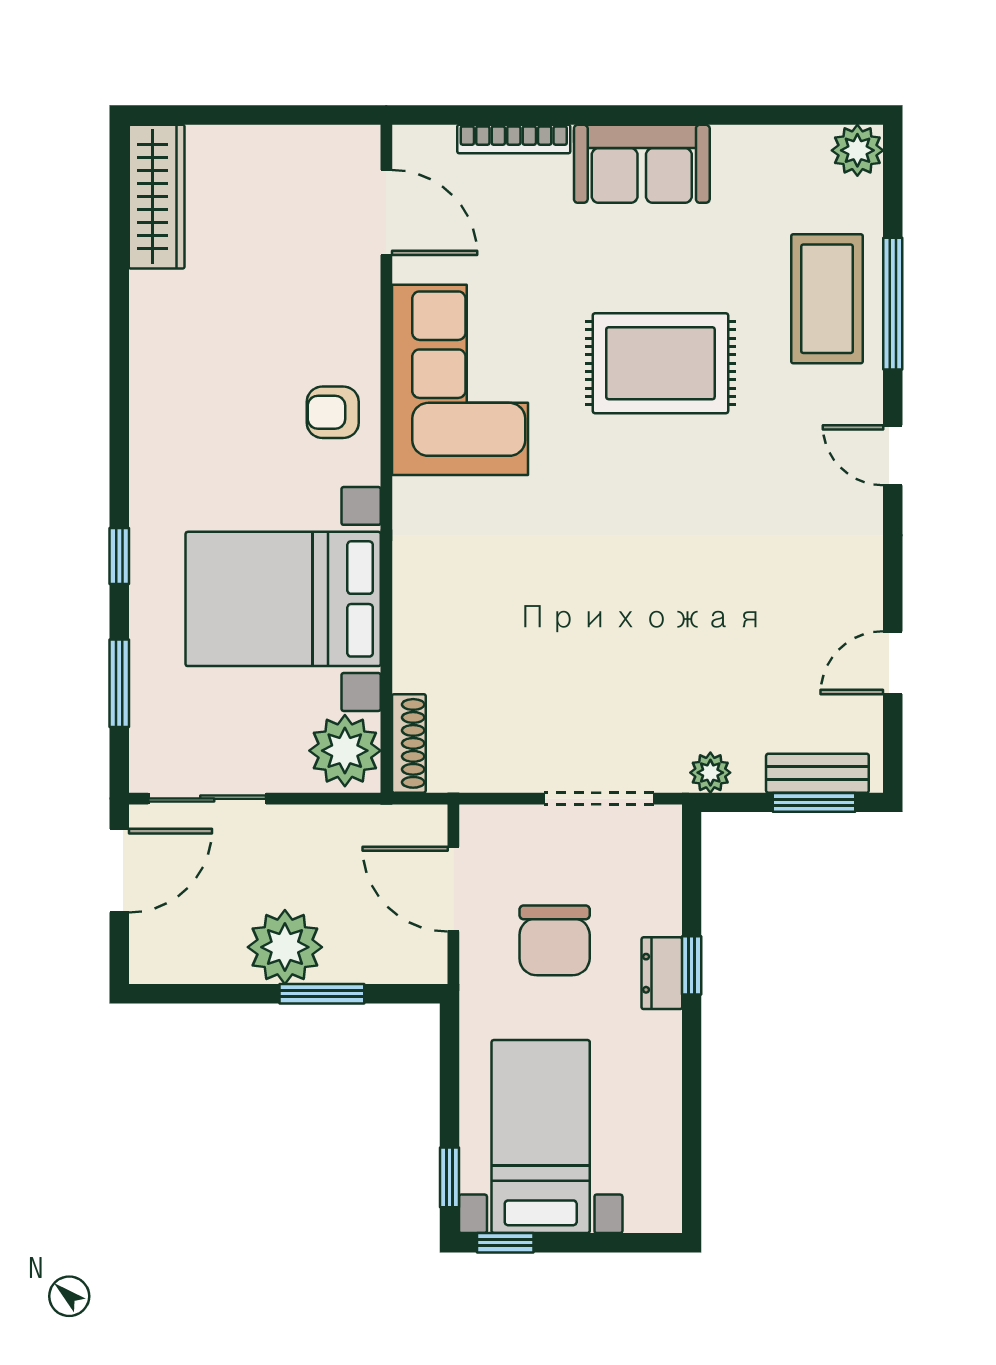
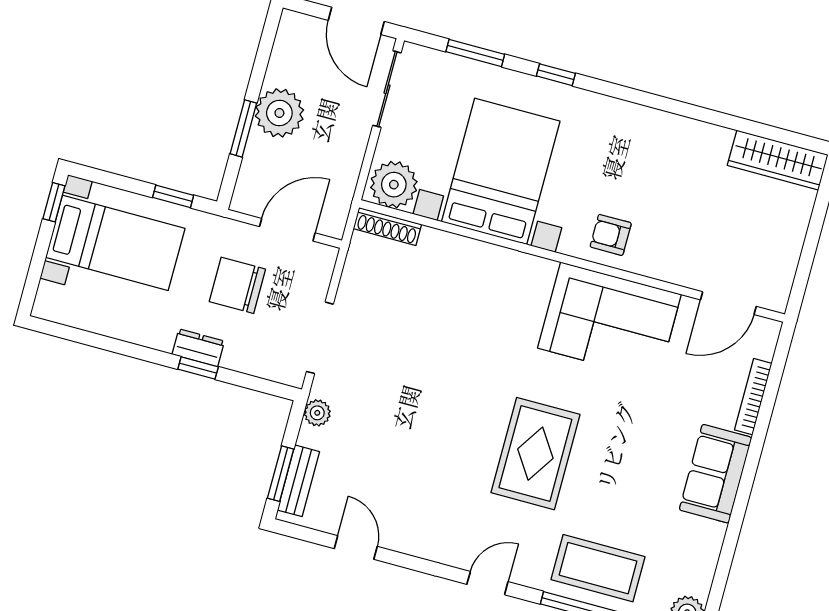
rug: (660, 363) -> (535, 454), moved
armchair: (333, 412) -> (611, 235), turned -90
window: (449, 1177) -> (173, 196), moved

